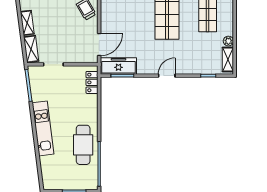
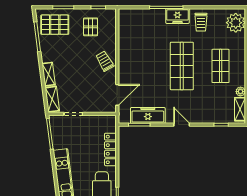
freezer: (118, 66) -> (148, 115), moved
door: (167, 76) -> (182, 125), hinge flipped
locker: (92, 82) -> (110, 149), moved, width x1.53

